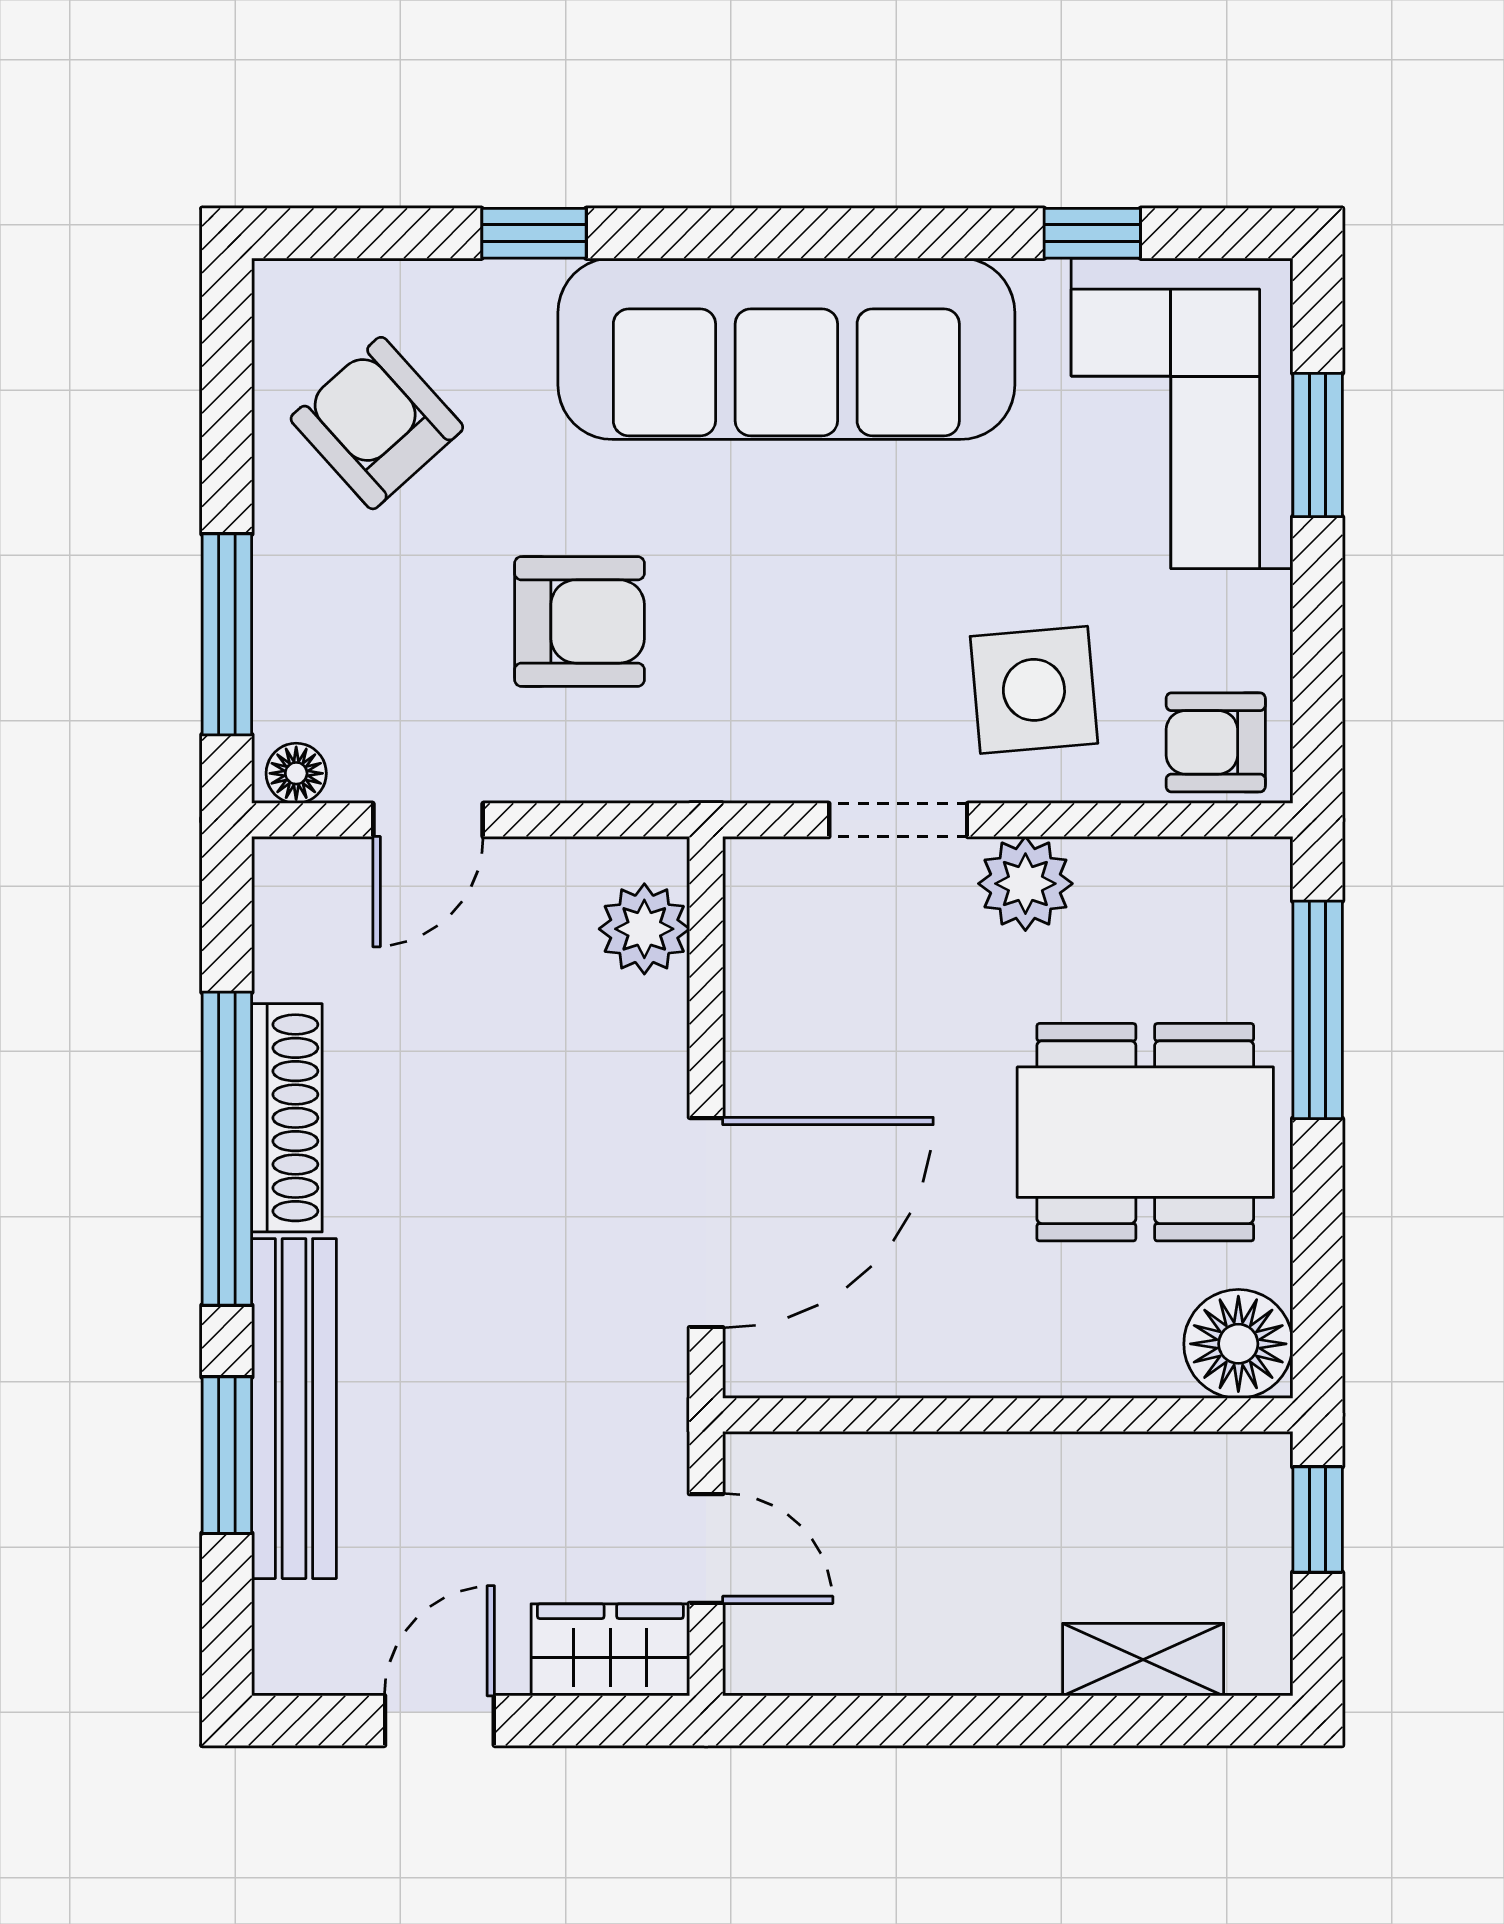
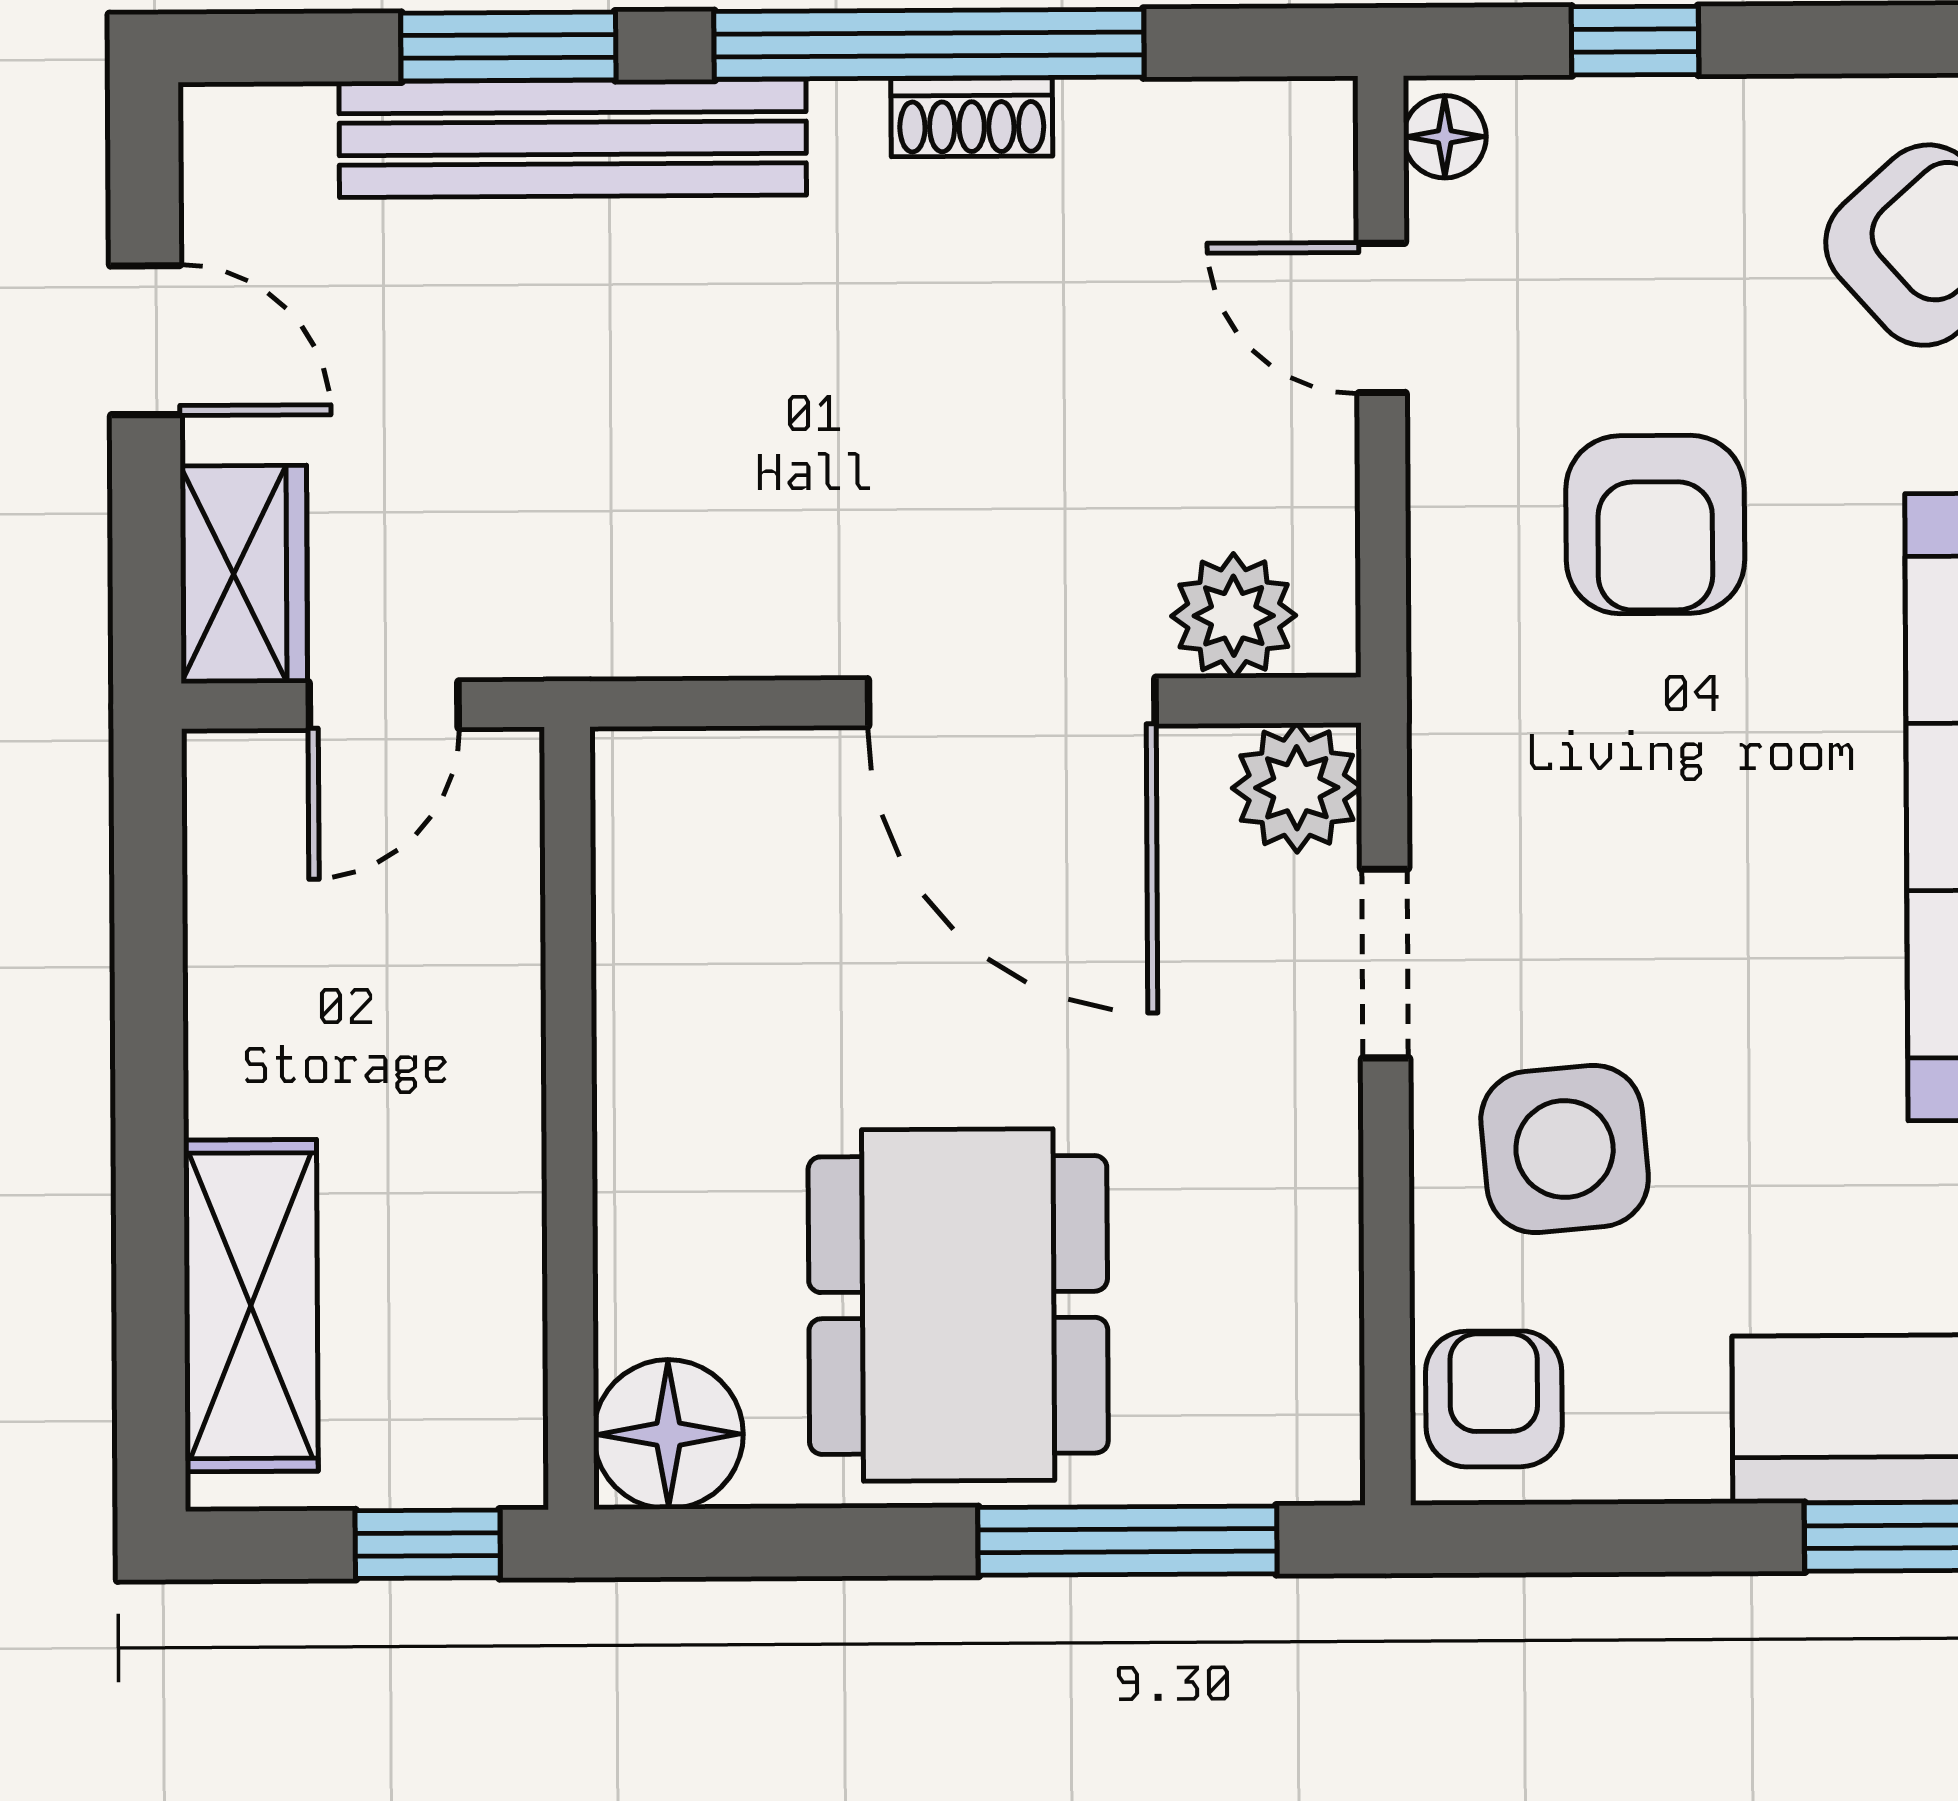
window: (227, 634) -> (1635, 41), width x0.46
plant: (1025, 884) -> (1297, 788), moved
shoe rack: (287, 1118) -> (972, 117), width x0.51, depth x0.81
door: (706, 1223) -> (1012, 702), moved
shelving: (1143, 1660) -> (251, 1306), width x1.50, depth x1.33

